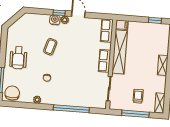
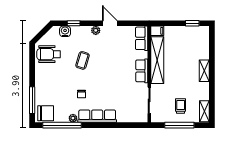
window: (59, 13) -> (74, 23), moved
water cooler: (55, 20) -> (65, 31), moved
wheelchair: (18, 58) -> (49, 54), moved, turned 91
chair: (12, 93) -> (46, 113), turned 90
row of seats: (60, 100) -> (97, 116), added
window: (71, 109) -> (62, 125), moved

